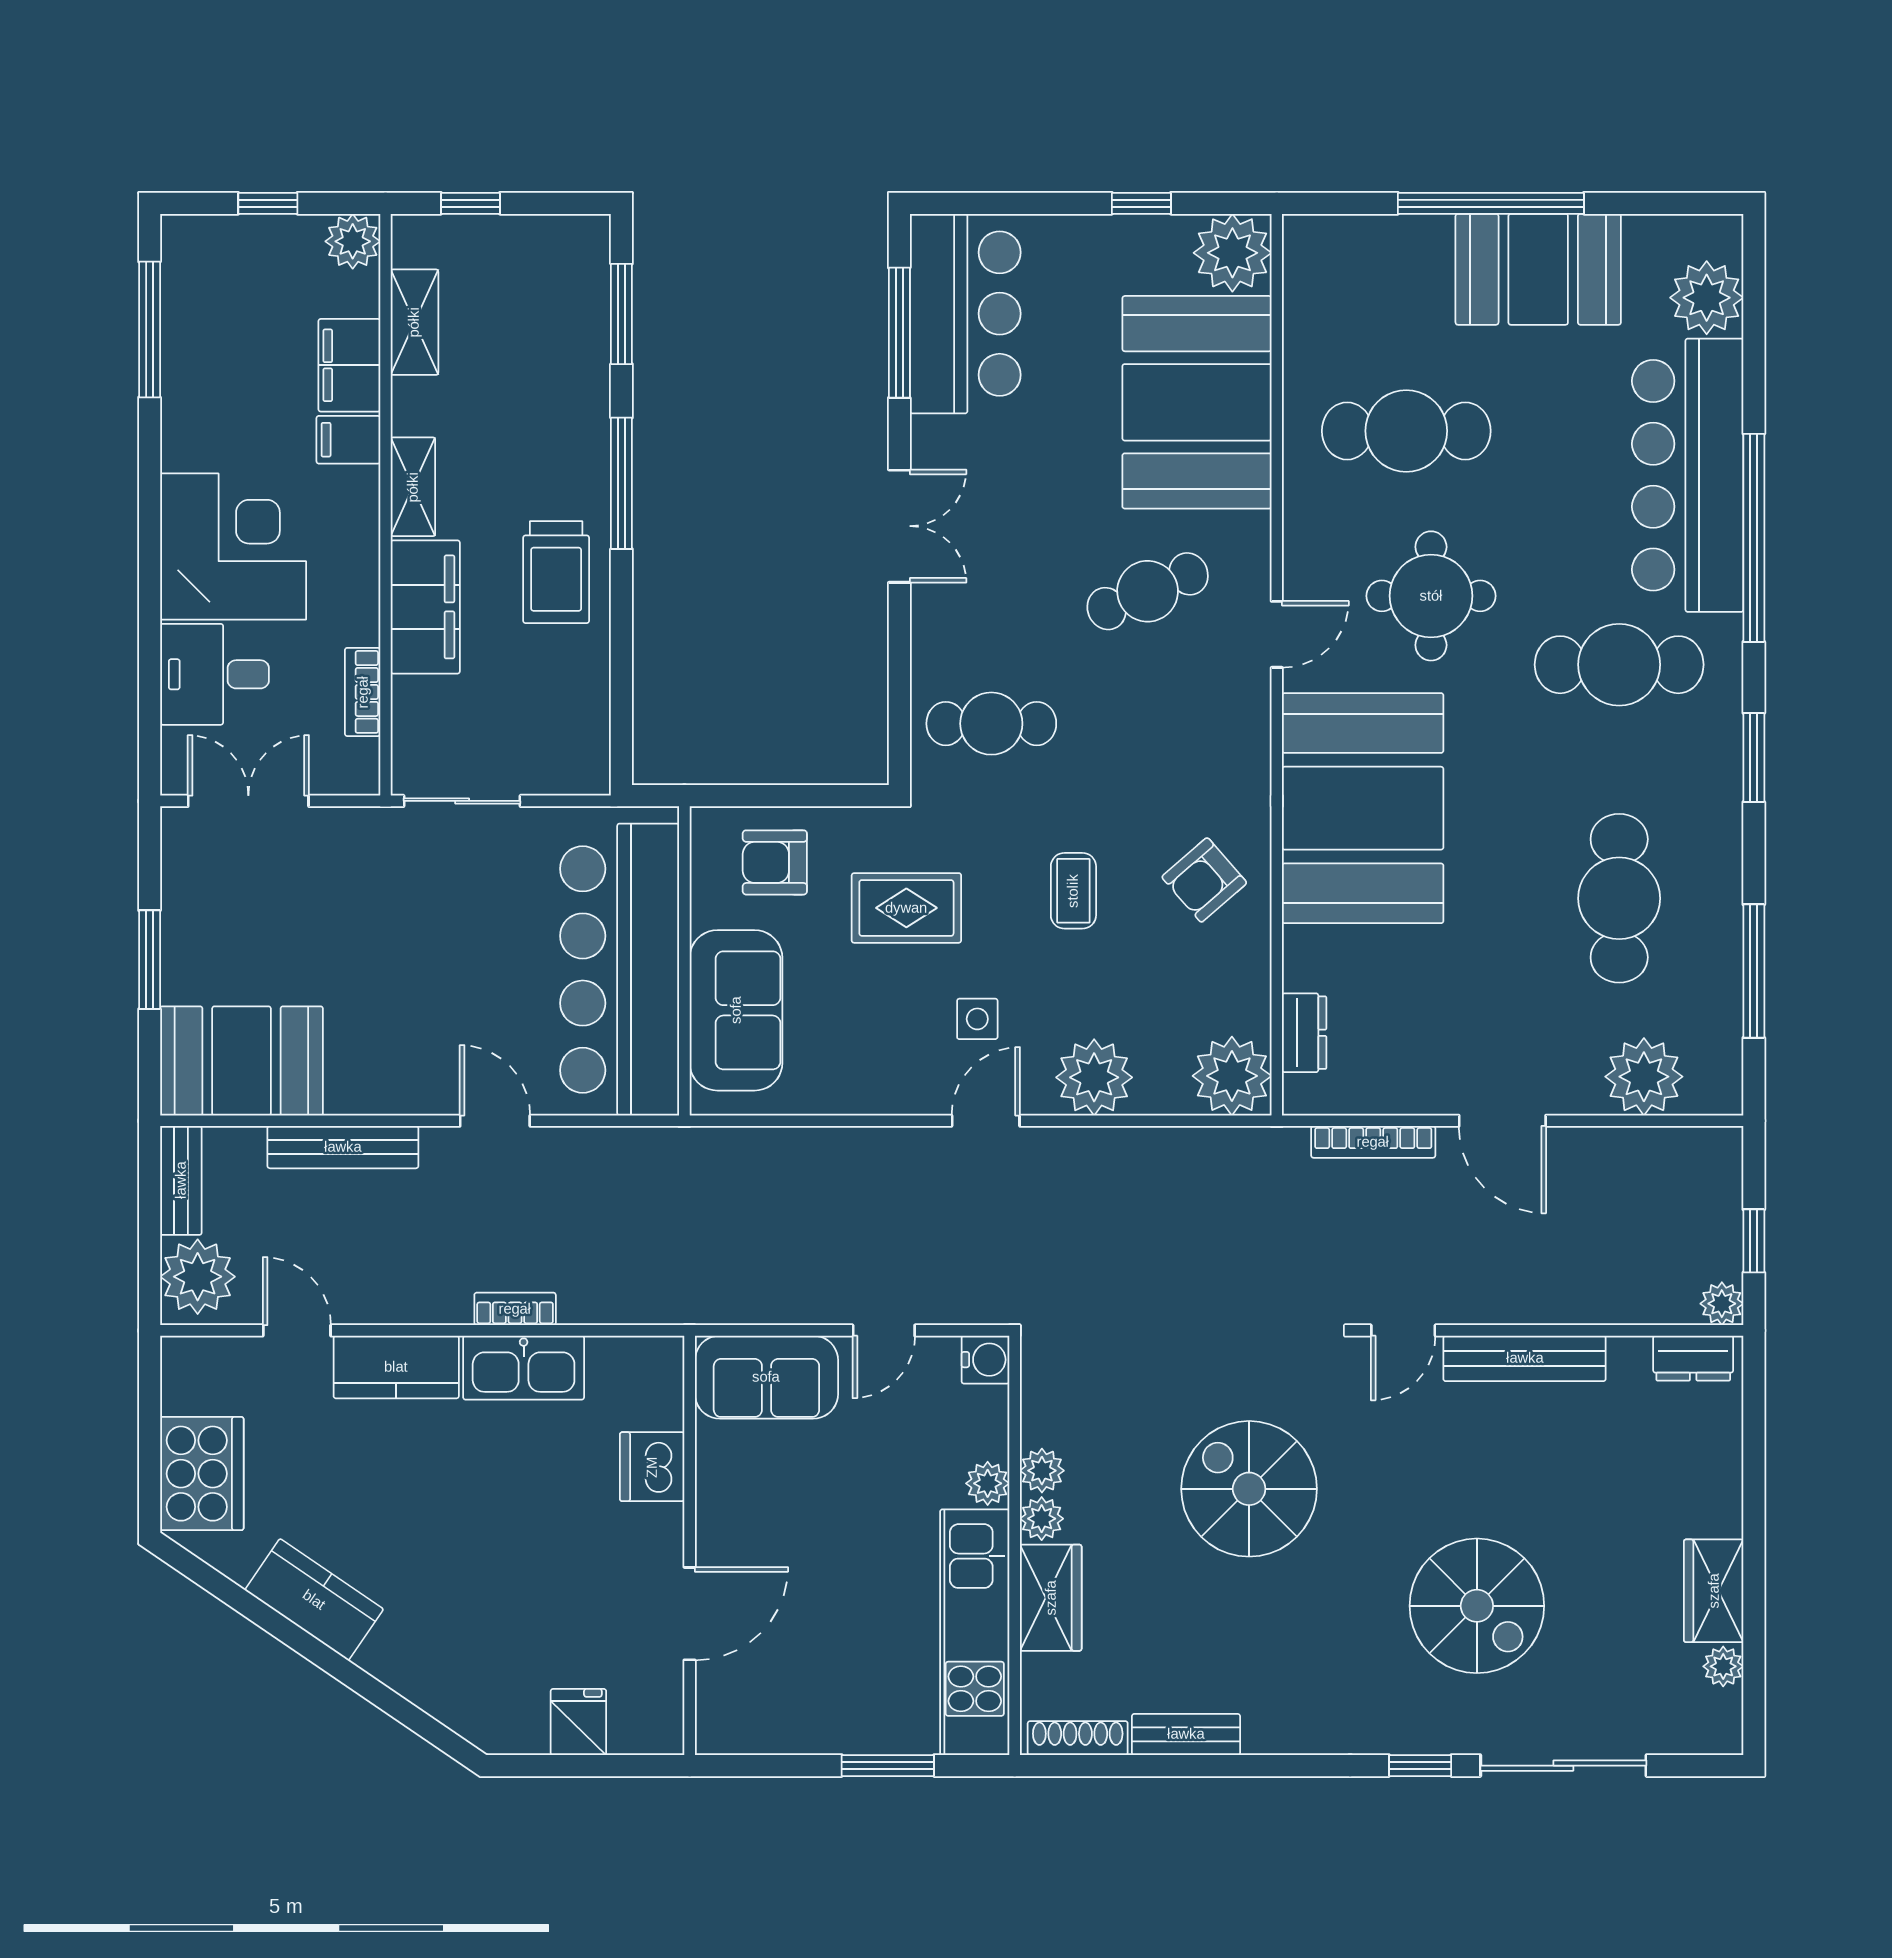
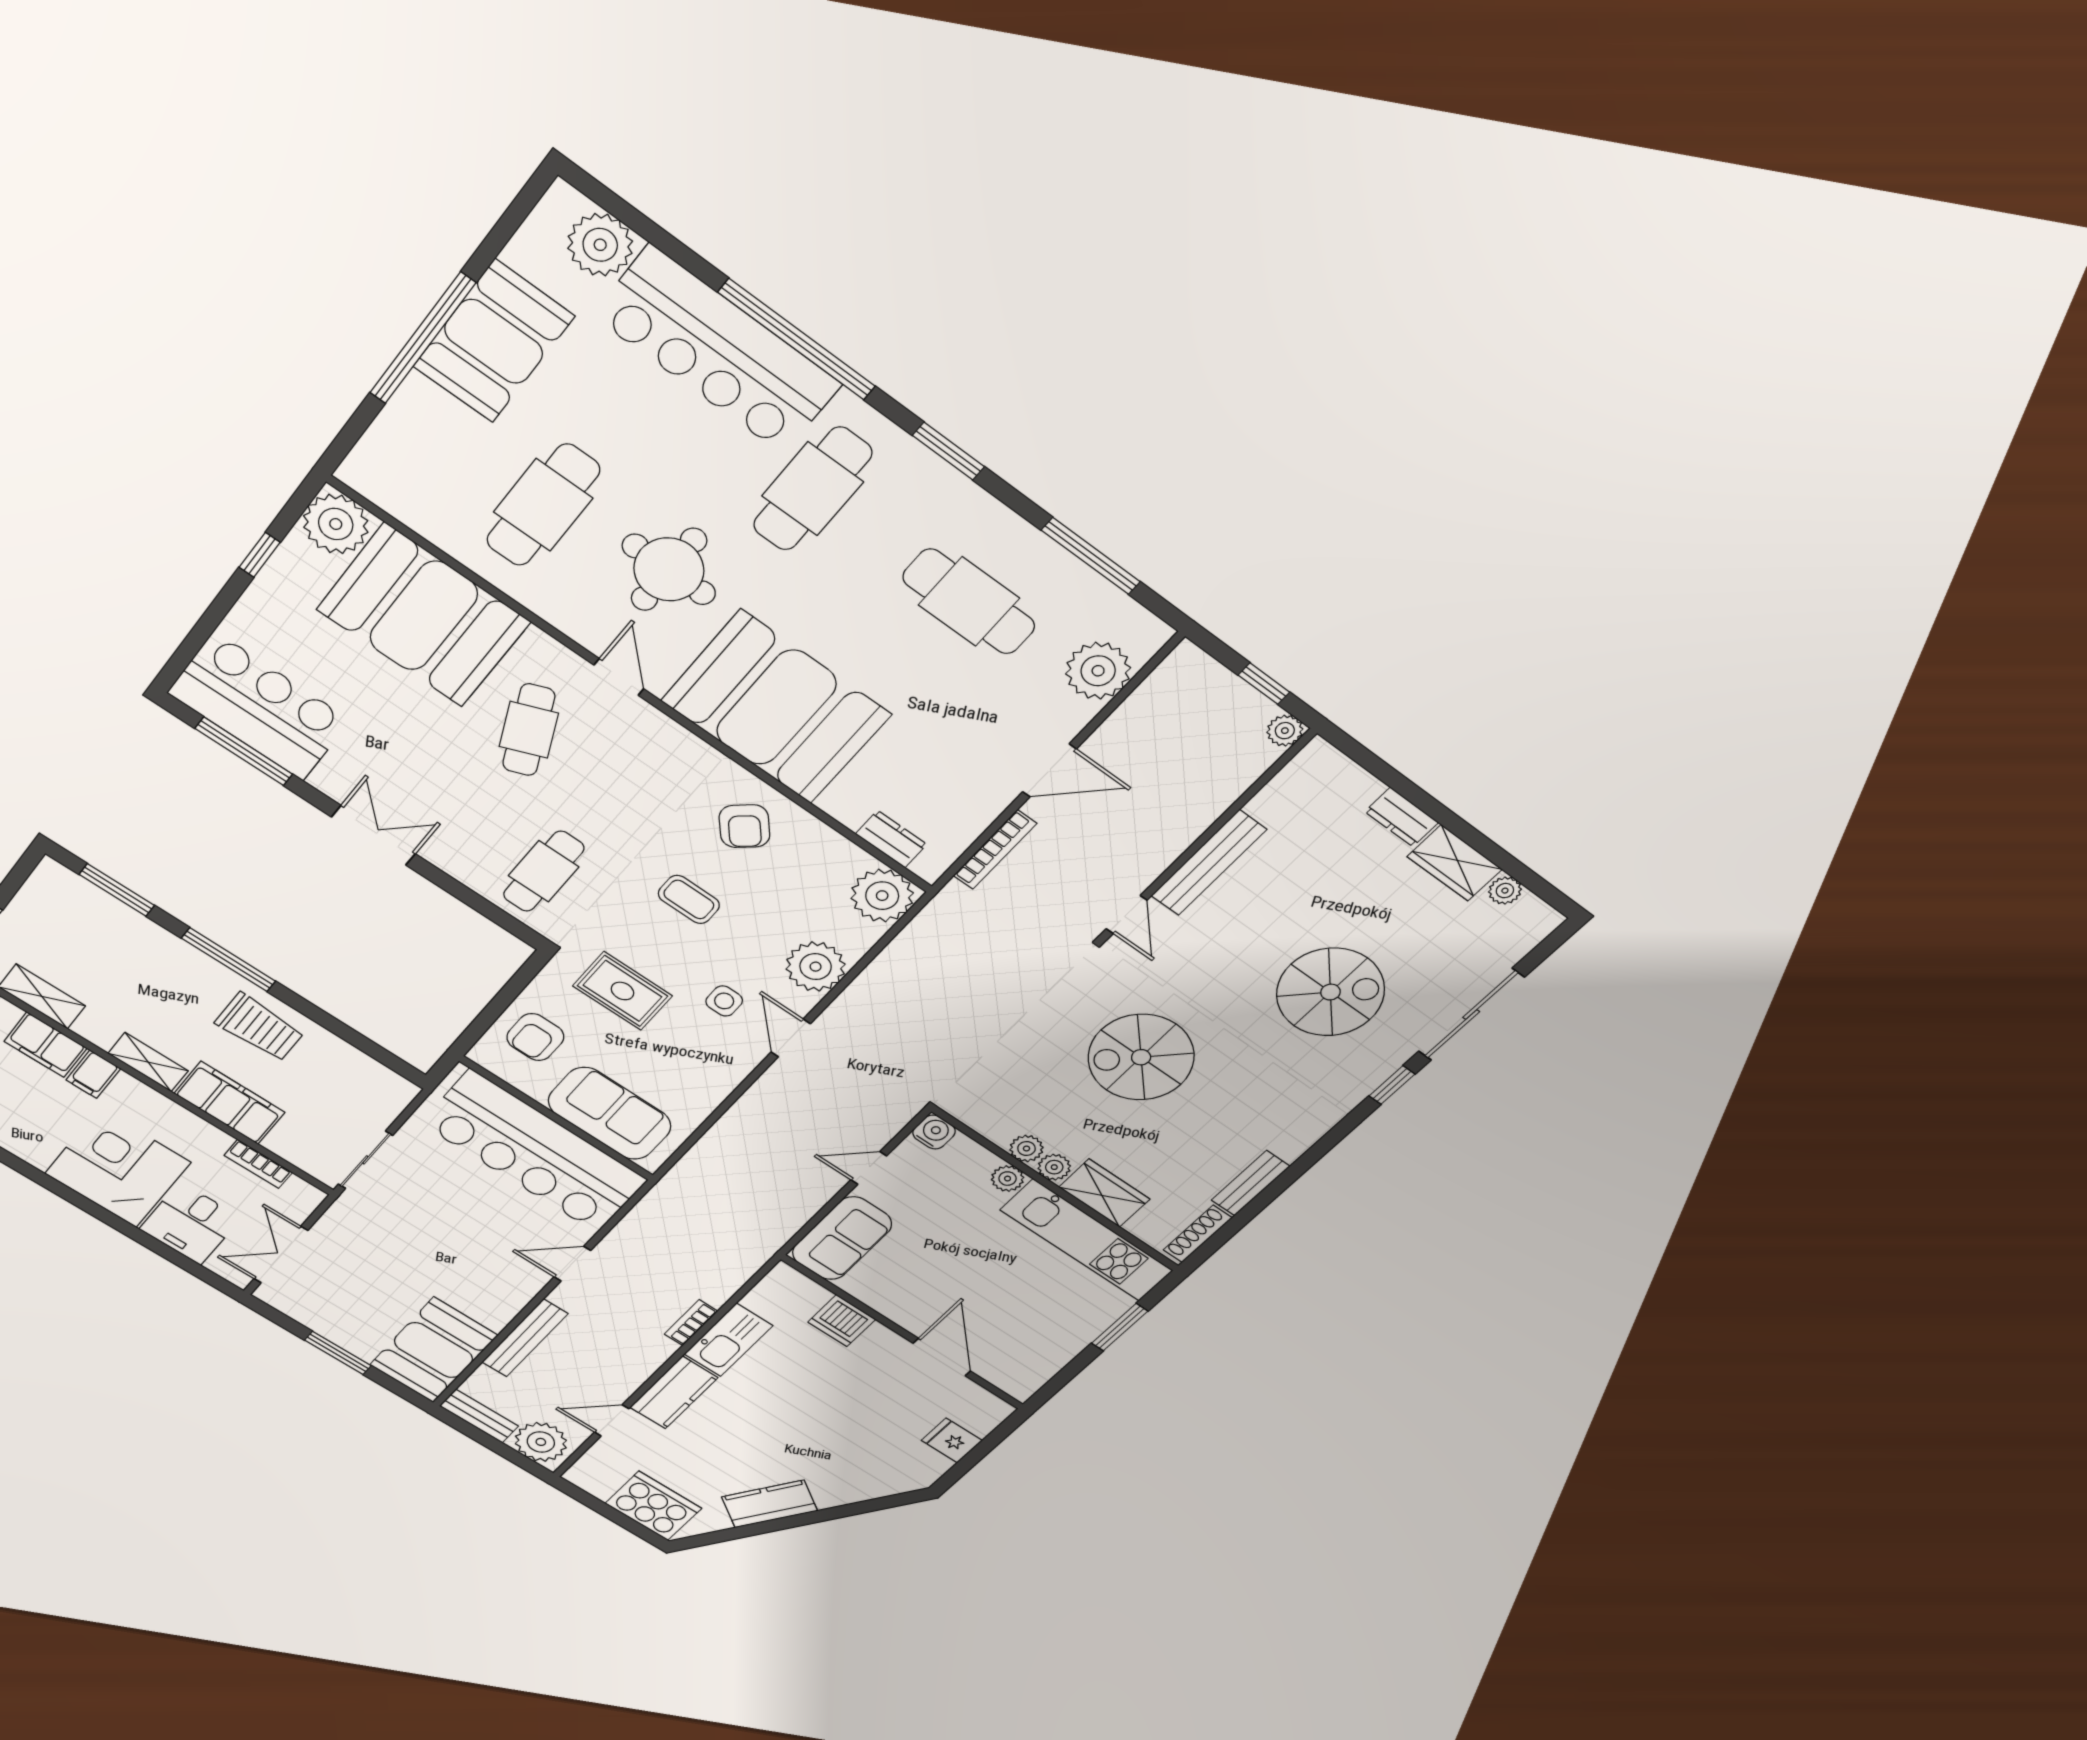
rug: (906, 908) -> (622, 991), turned 90
door: (884, 1330) -> (869, 1168), swing flipped
dresser: (1693, 1358) -> (1402, 817), moved, turned 90

